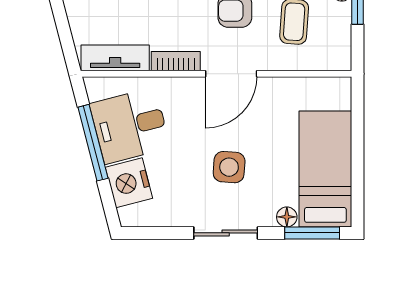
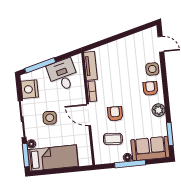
window: (93, 143) -> (40, 65), moved
nightstand: (129, 183) -> (30, 89), moved, turned -75
sliding door: (226, 233) -> (22, 119), width x1.37

